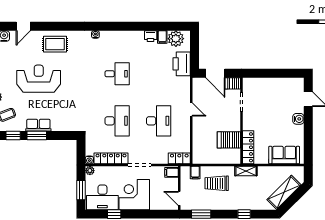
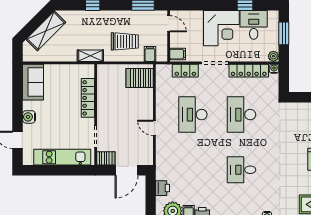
printer: (182, 64) -> (163, 188), width x0.53, depth x0.68
door: (215, 73) -> (126, 170), swing flipped
kitchen unit: (270, 84) -> (62, 157), added
server rack: (229, 140) -> (140, 78), moved, turned 180
locker: (248, 147) -> (88, 98), moved
sofa: (284, 155) -> (33, 82), moved, turned -90
locker: (179, 158) -> (185, 71), moved
desk: (102, 197) -> (254, 25), width x0.73

